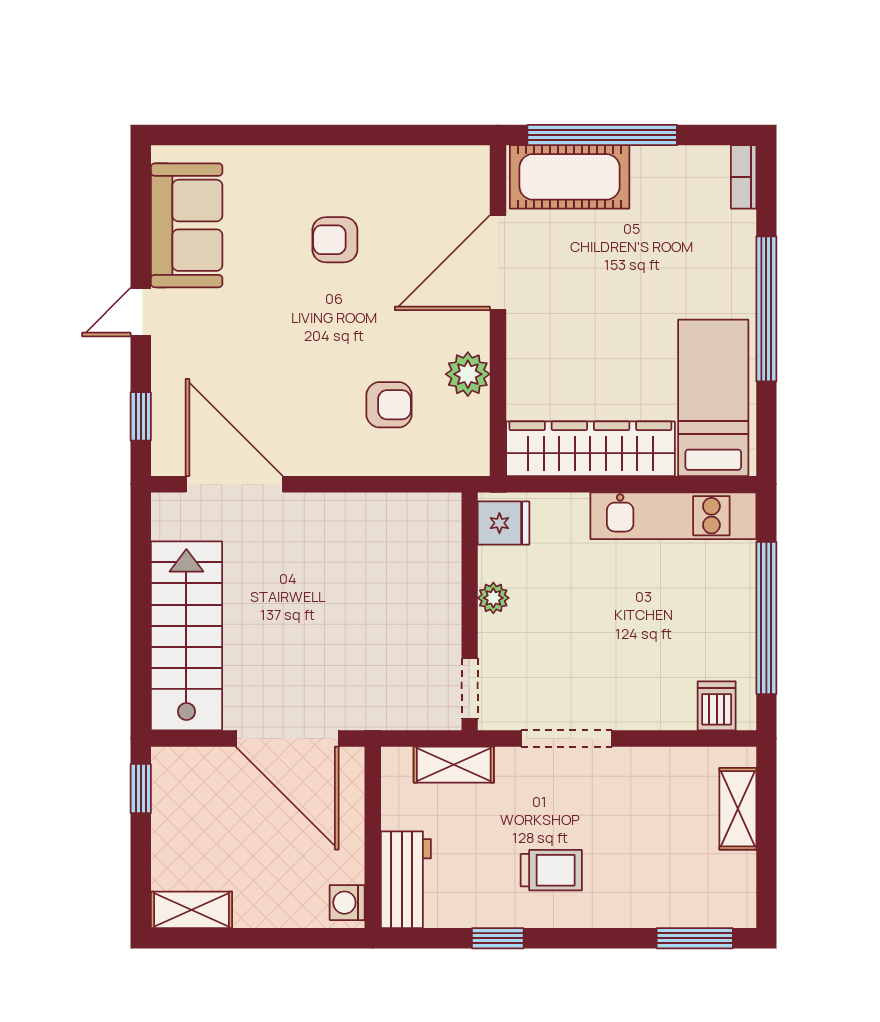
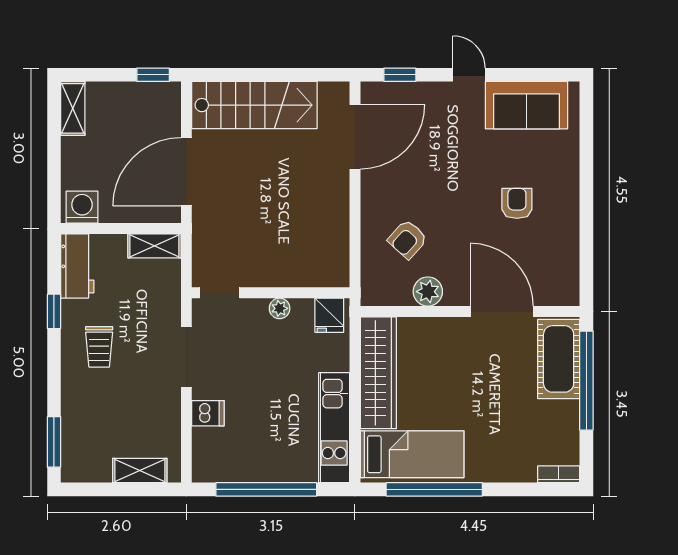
window: (766, 309) -> (434, 489), moved
armchair: (389, 405) -> (408, 239), turned 42
dishwasher: (717, 706) -> (208, 413), moved
shelving: (454, 765) -> (154, 246), moved, turned 90
workbench: (406, 880) -> (77, 266), moved, turned -90
washing machine: (347, 903) -> (82, 207), width x1.38, depth x1.38

